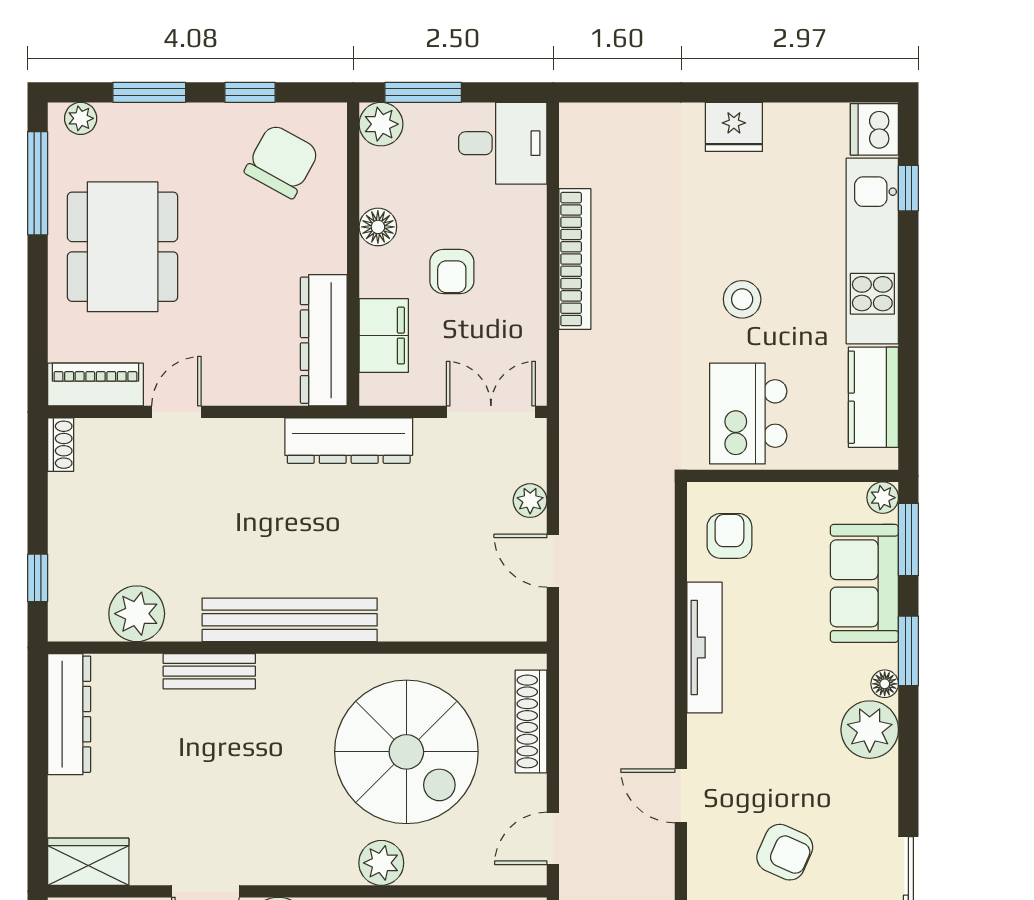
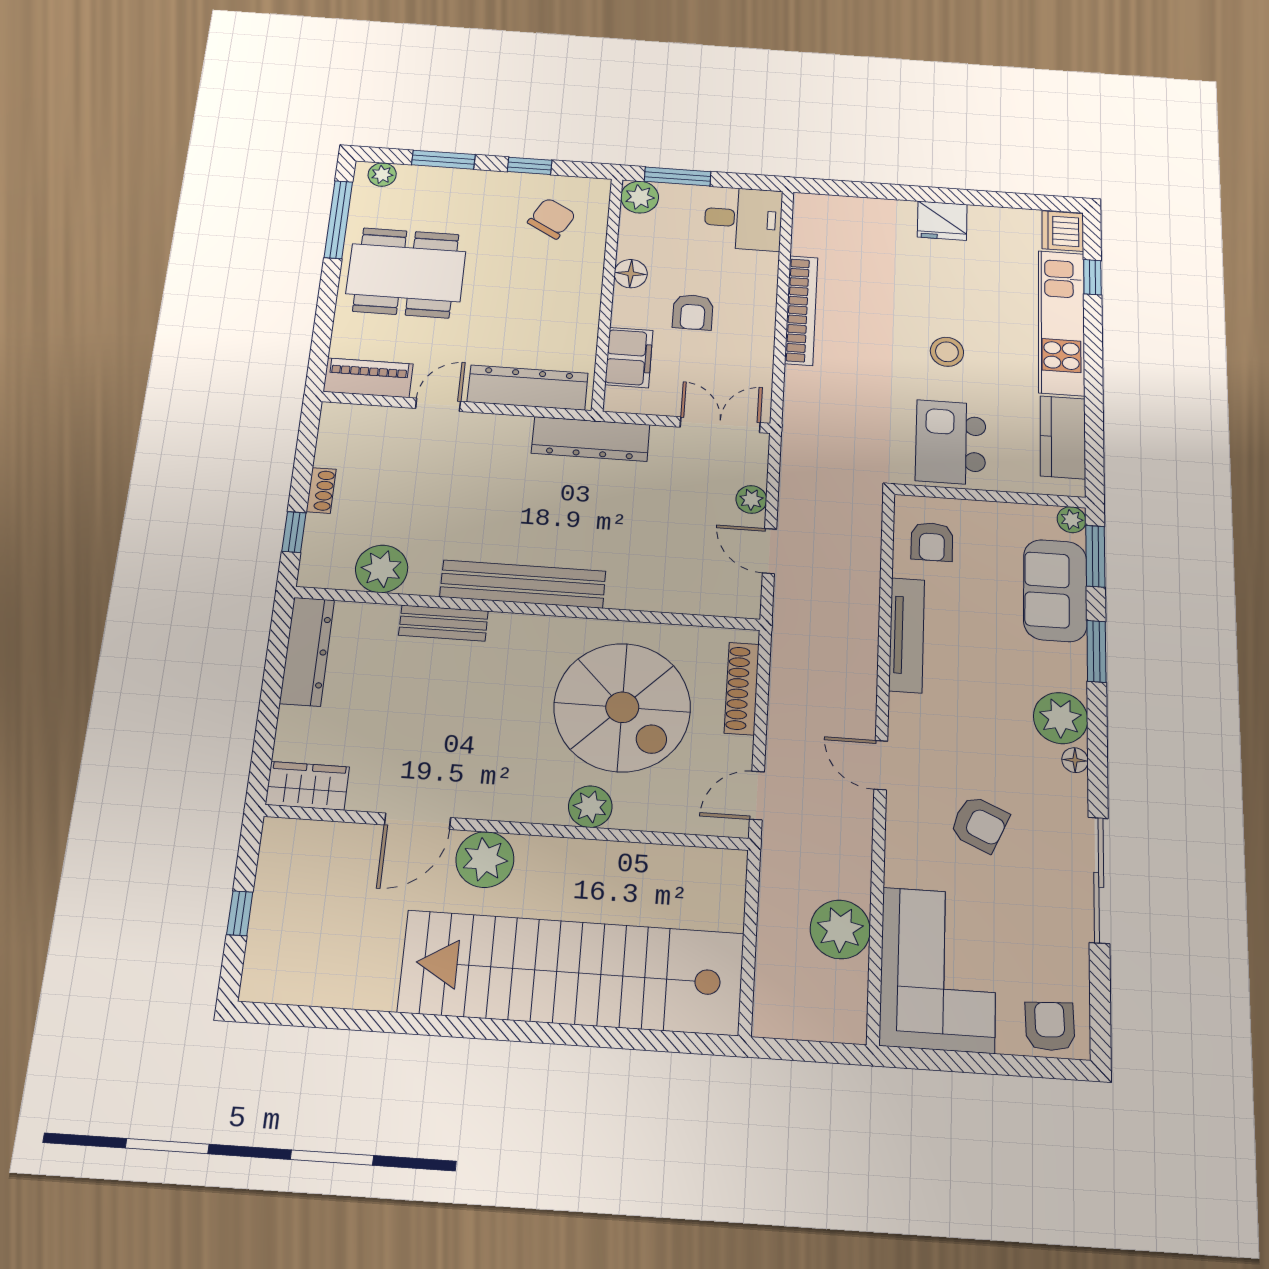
chair: (282, 161) -> (552, 218), width x0.73, depth x0.73
dining table: (123, 247) -> (406, 273), turned 90
dresser: (324, 340) -> (528, 388), moved, turned 90
shoe rack: (61, 445) -> (321, 490), moved
armchair: (729, 536) -> (932, 542), turned 180
floor lamp: (885, 684) -> (1075, 760), moved

